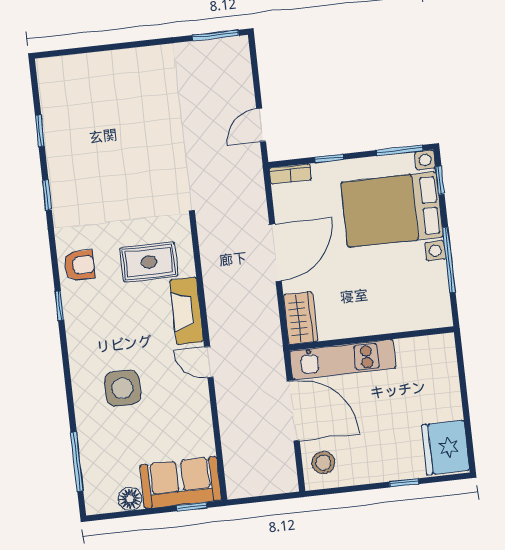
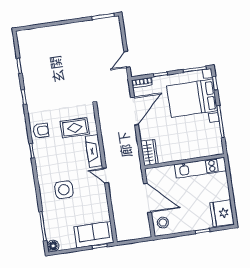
door: (275, 253) -> (135, 111), moved
kitchen unit: (343, 359) -> (200, 168), moved
floor lamp: (130, 499) -> (53, 246), moved

